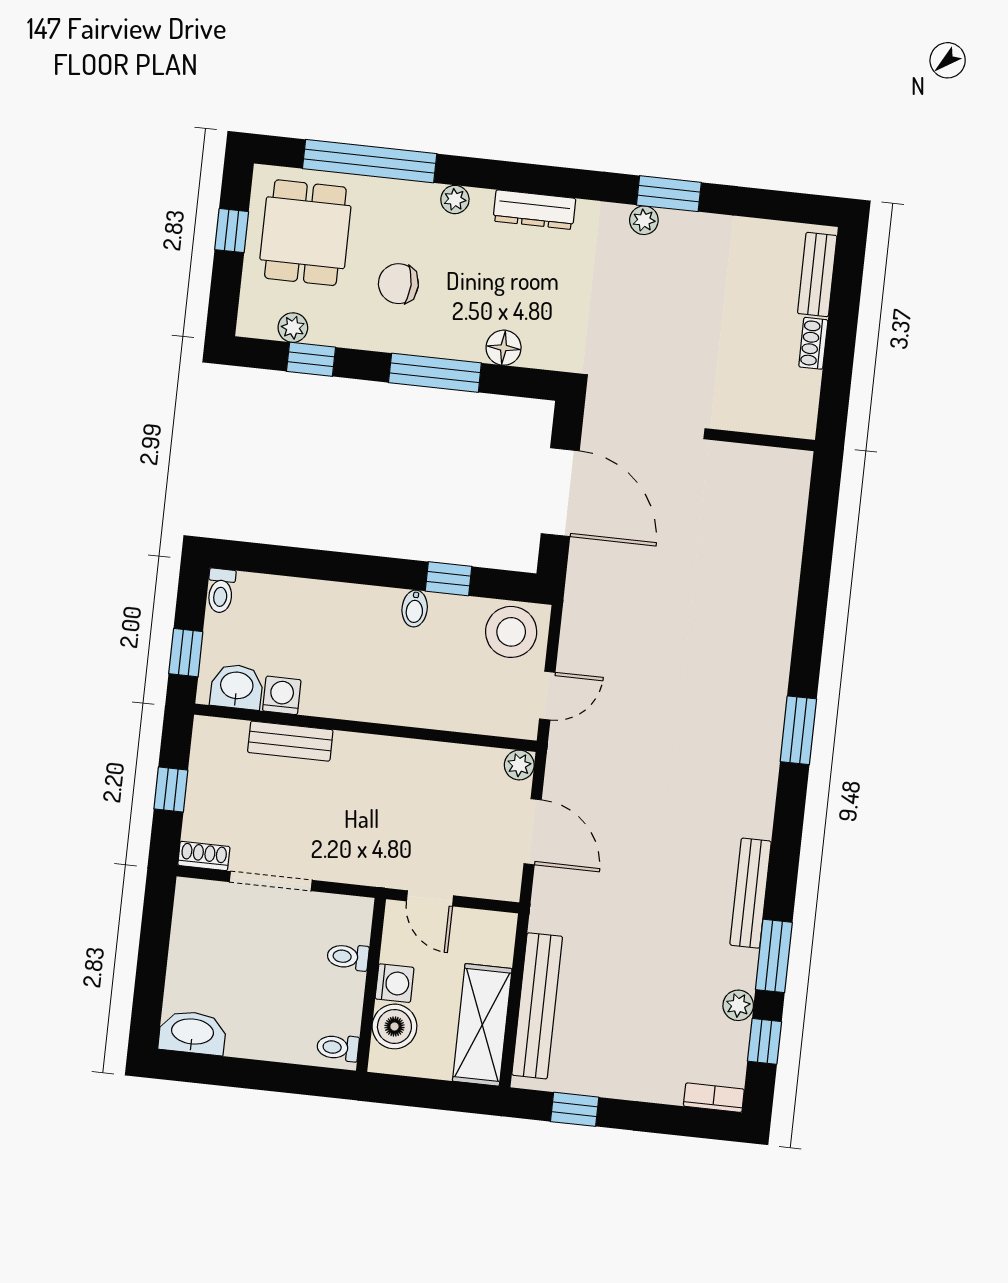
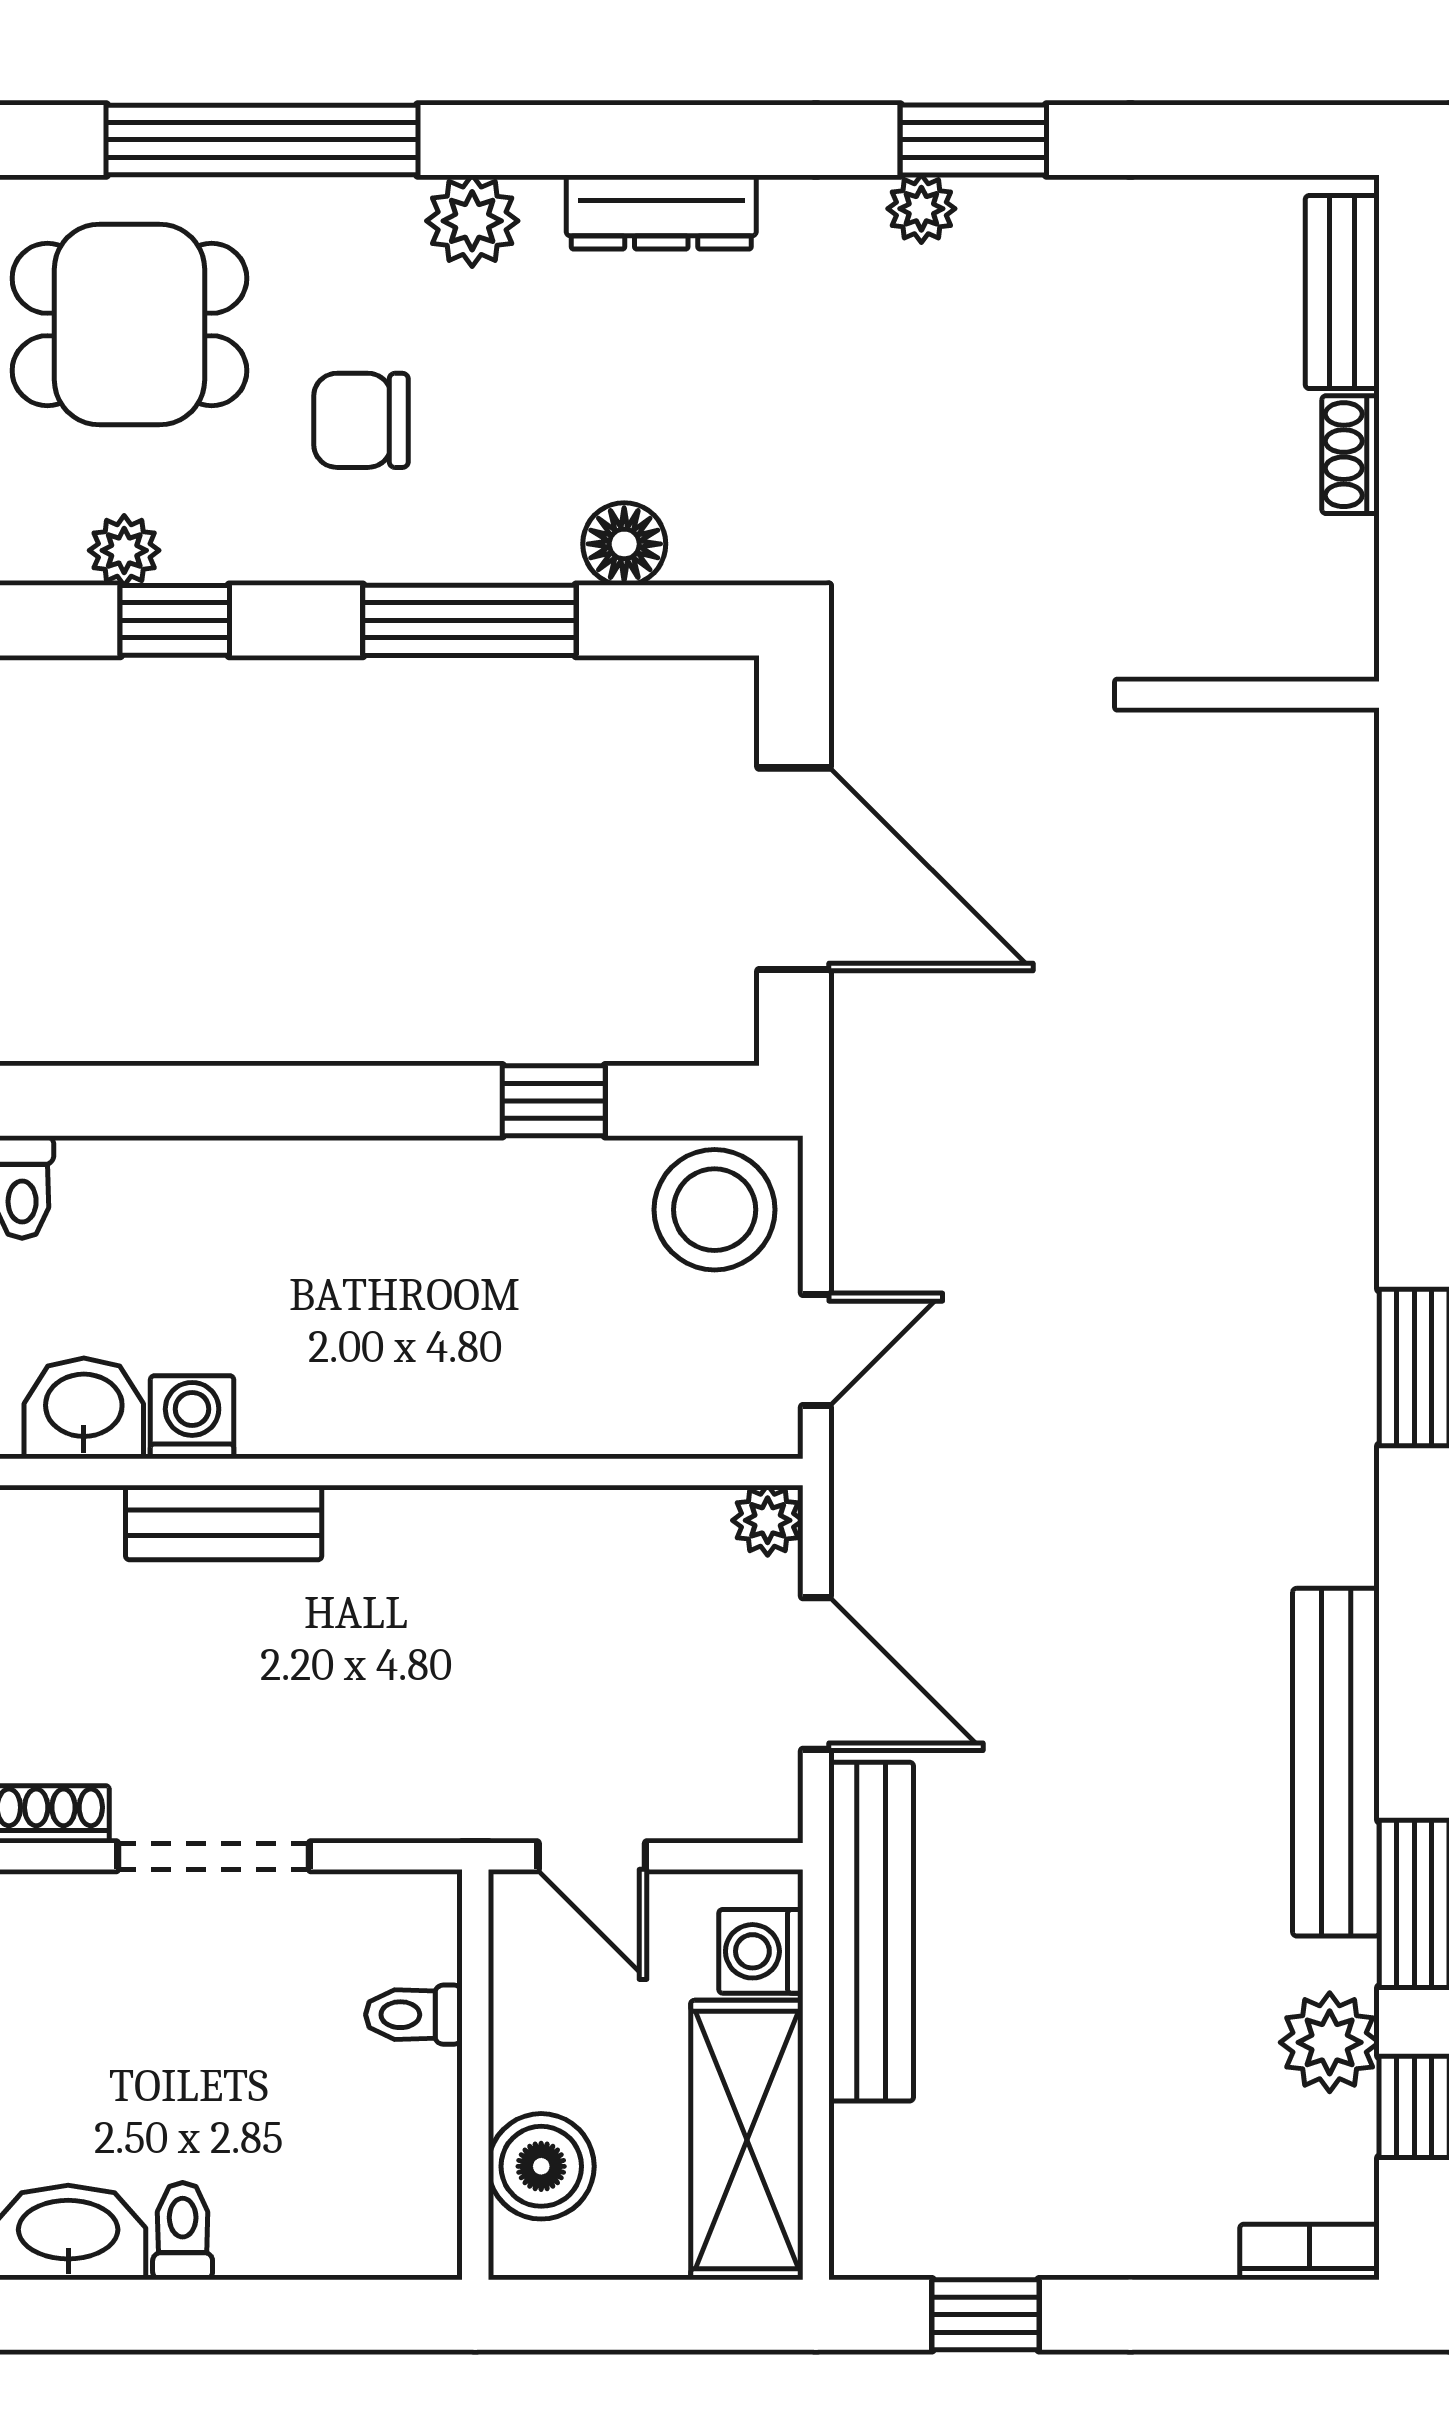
plant: (455, 199) -> (472, 221), width x1.38, depth x1.38
dining table: (305, 233) -> (129, 325), turned 90
bidet: (415, 609) -> (482, 1179), removed
bench: (751, 893) -> (1336, 1762), width x1.37, depth x1.21
washing machine: (395, 983) -> (761, 1951), moved, turned 180
plant: (738, 1005) -> (1330, 2042), width x1.38, depth x1.38
bench: (537, 1006) -> (871, 1932), moved
toilet: (338, 1048) -> (183, 2231), moved, turned 90

